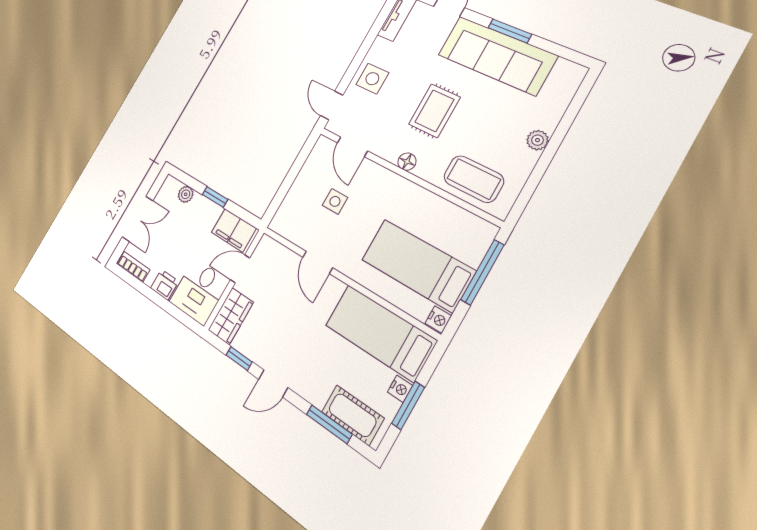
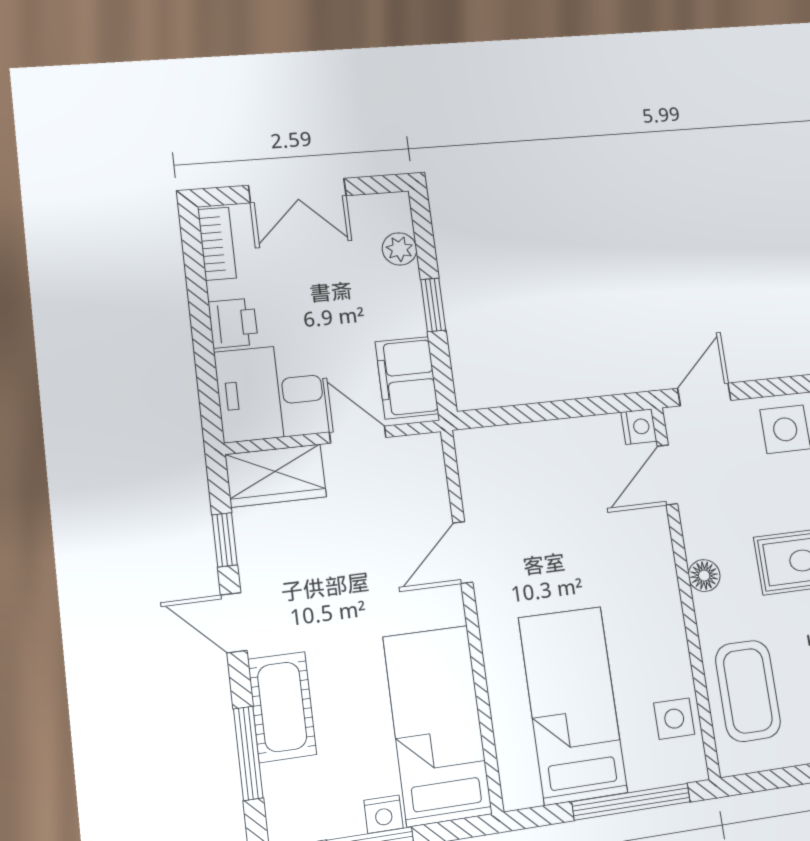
side table: (335, 201) -> (674, 719), moved
nightstand: (438, 320) -> (639, 427), moved, turned -90
cot: (353, 415) -> (282, 707), moved

